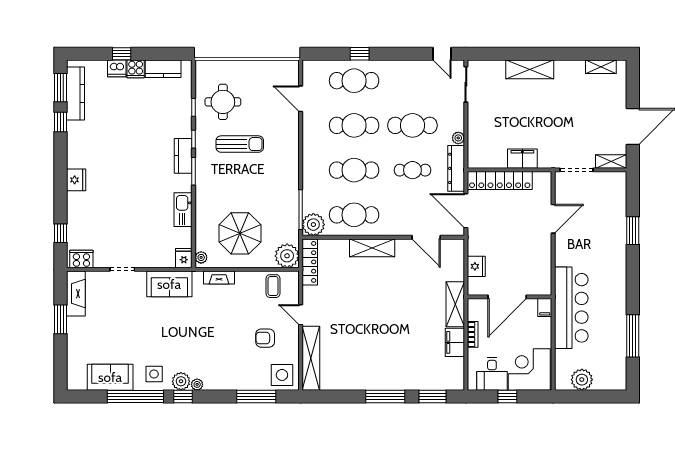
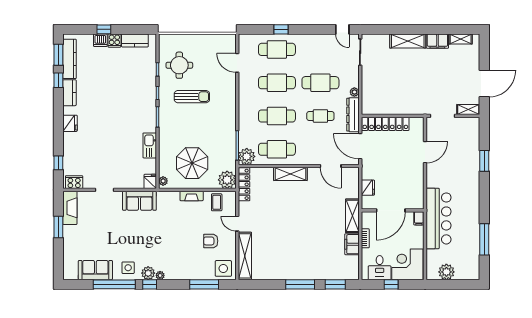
kitchen counter: (183, 156) -> (69, 93), moved, turned 180
filing cabinet: (522, 159) -> (437, 41), moved, turned 180
fireplace: (219, 278) -> (192, 196), moved

